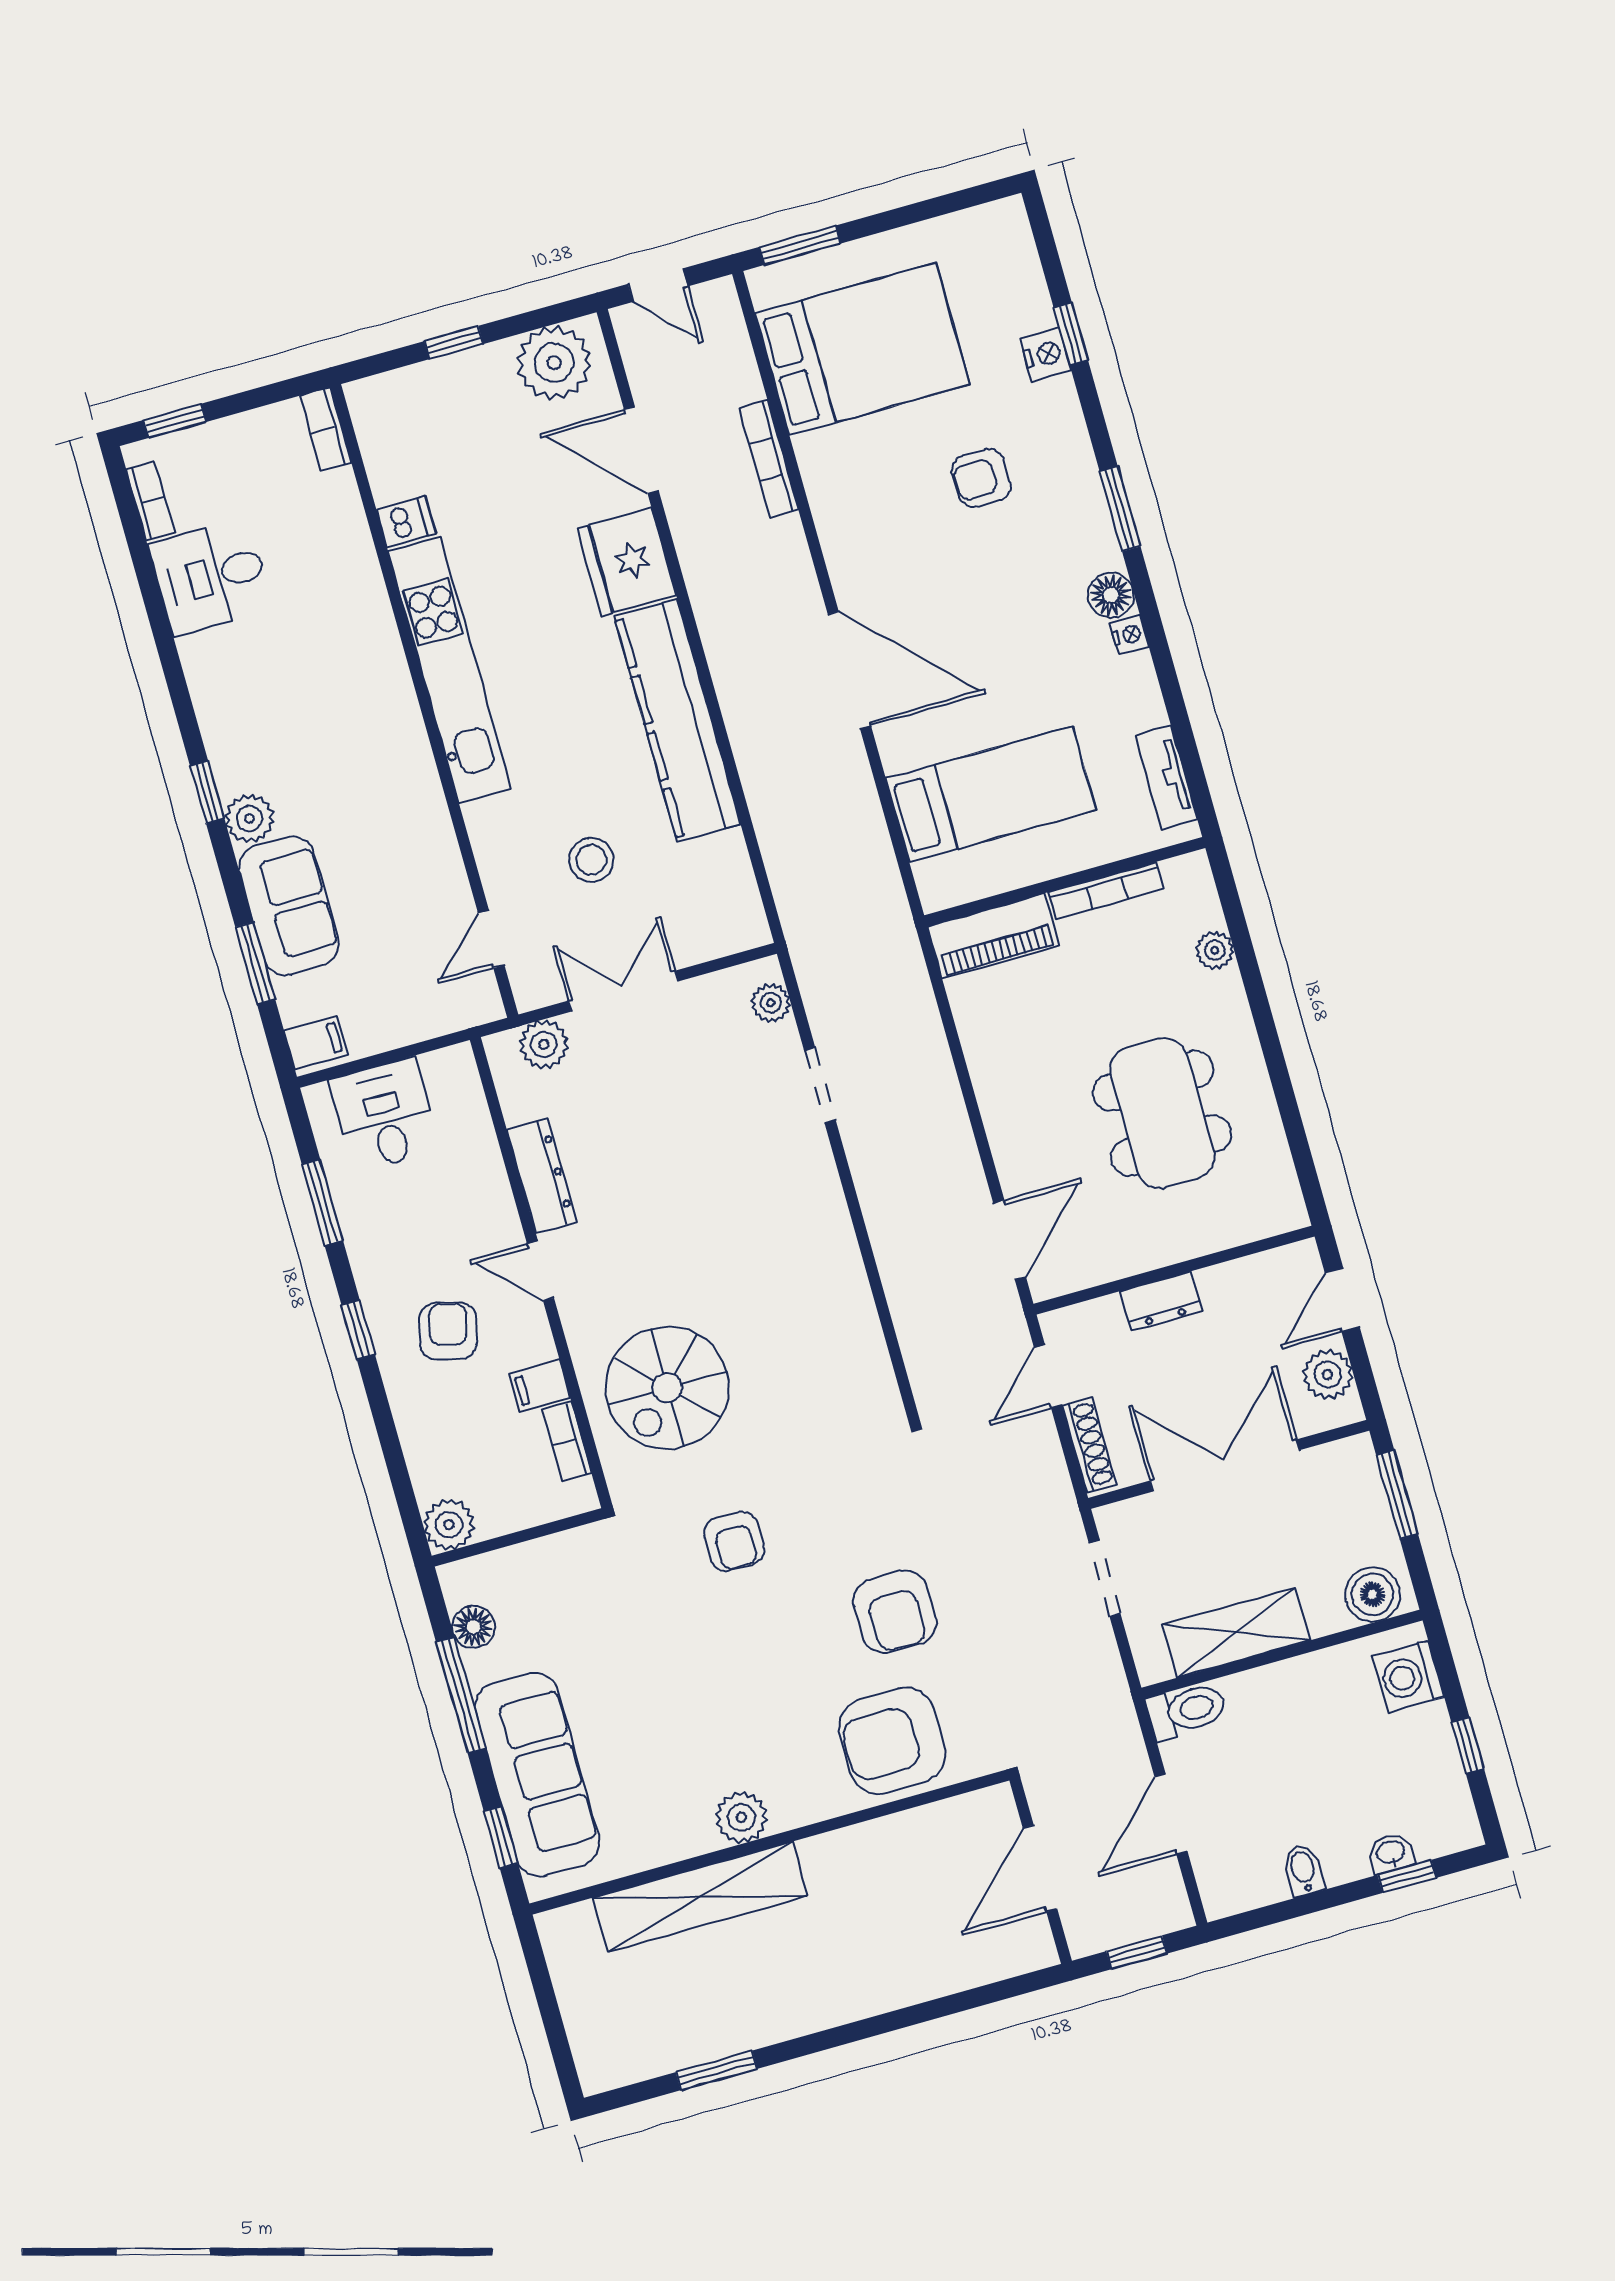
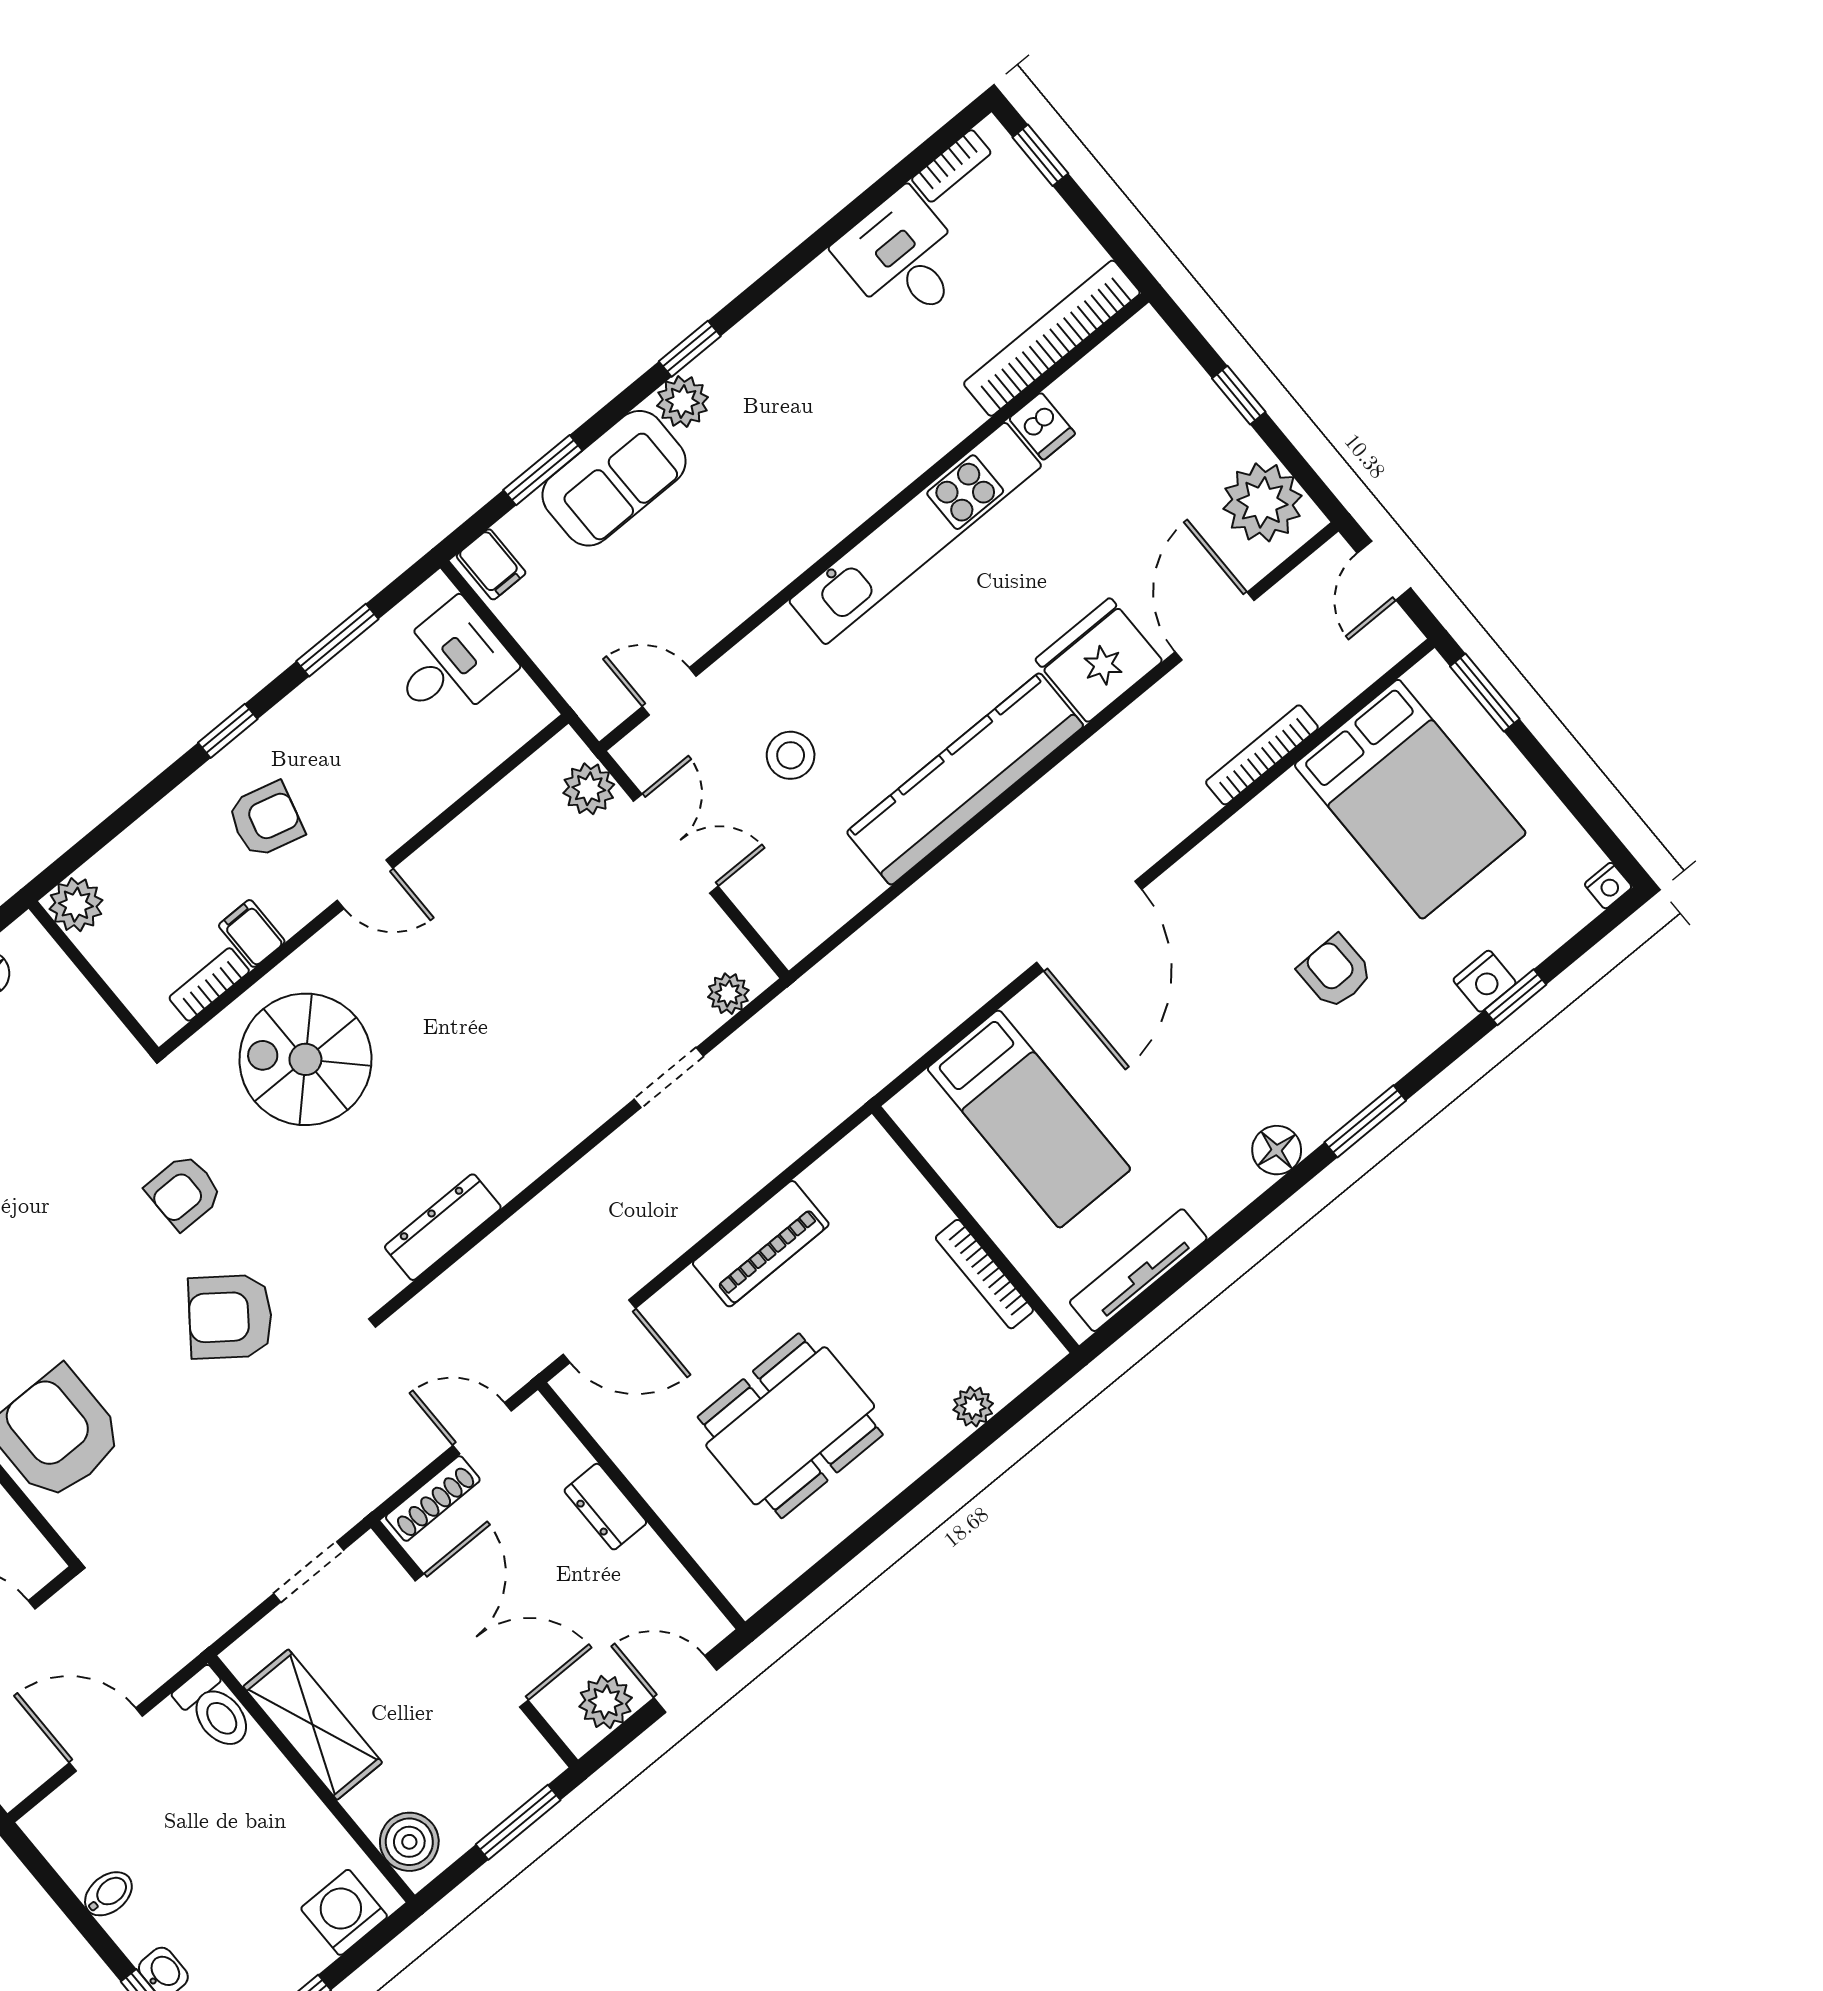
bookcase: (326, 429) -> (1052, 338), width x2.31, depth x1.31
nightstand: (1129, 635) -> (1608, 886), moved
tv unit: (1166, 777) -> (1138, 1270), width x1.41
piano: (993, 936) -> (761, 1244), moved, turned -90
dresser: (542, 1176) -> (443, 1227), moved, turned 180
door: (541, 1271) -> (365, 884), swing flipped
armchair: (895, 1612) -> (230, 1317), moved, turned 37

